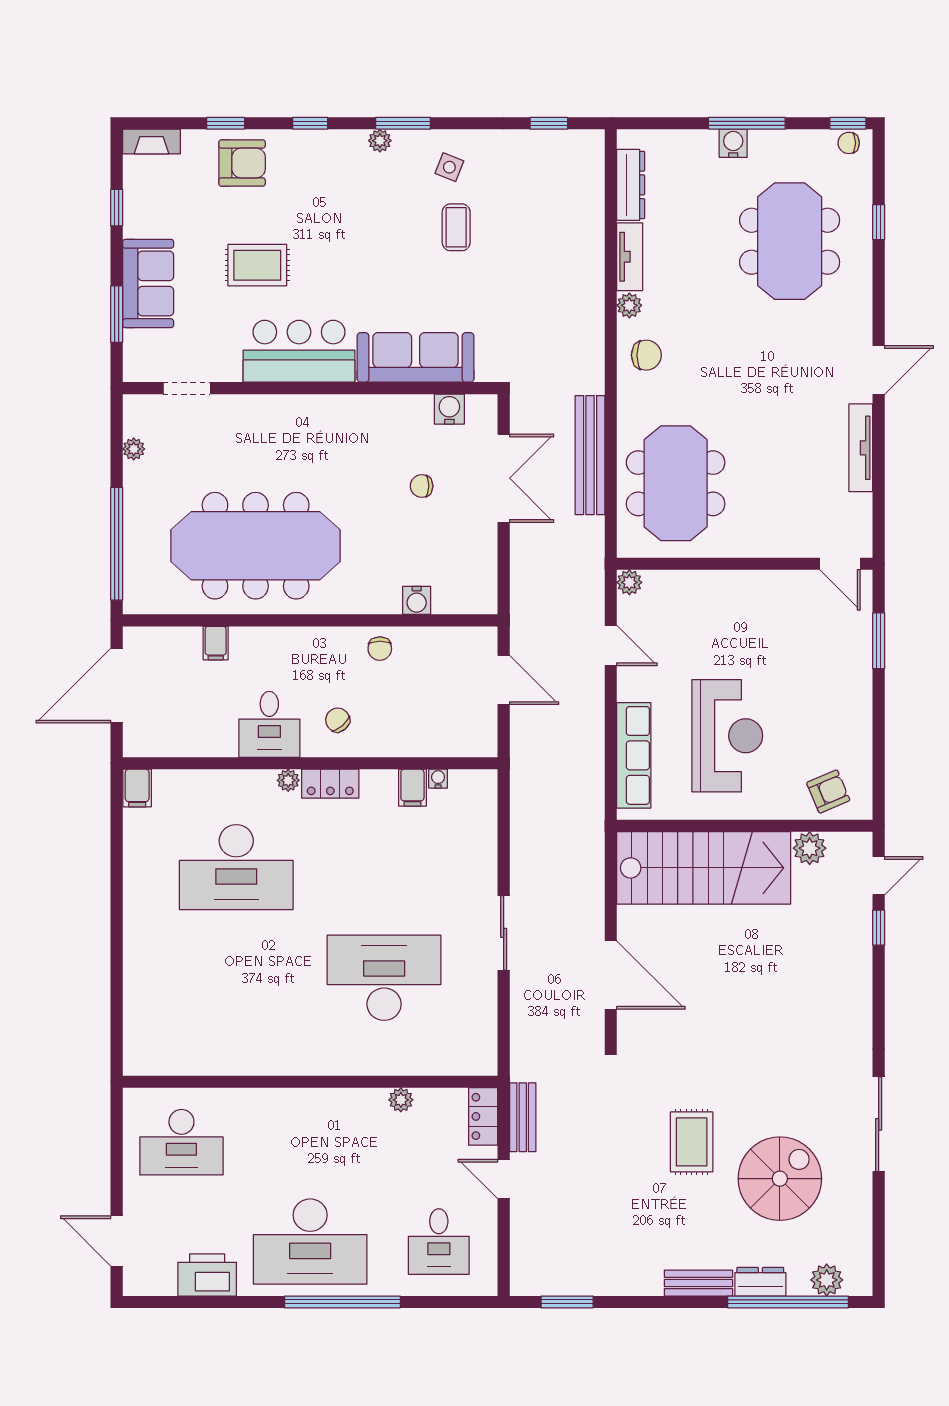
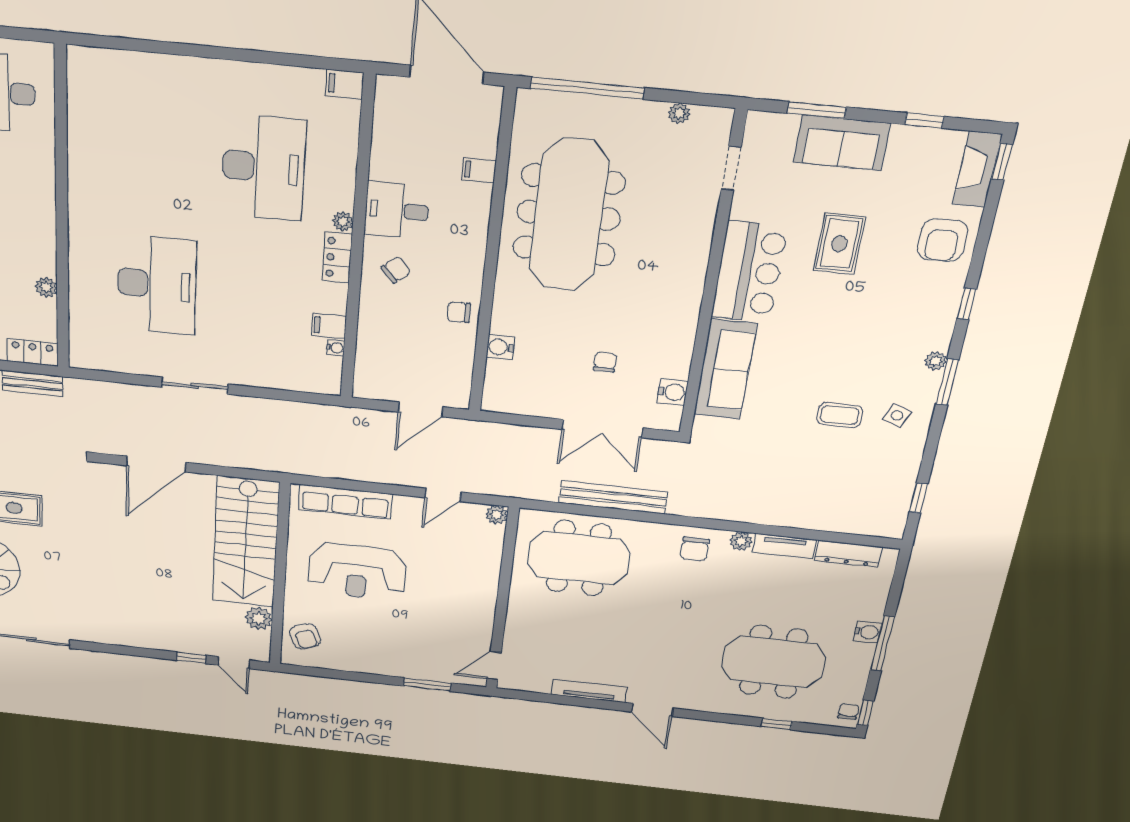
window: (226, 123) -> (1002, 162), moved
fireplace: (151, 142) -> (977, 169), width x1.37, depth x1.32
desk: (236, 867) -> (263, 168), turned 180

